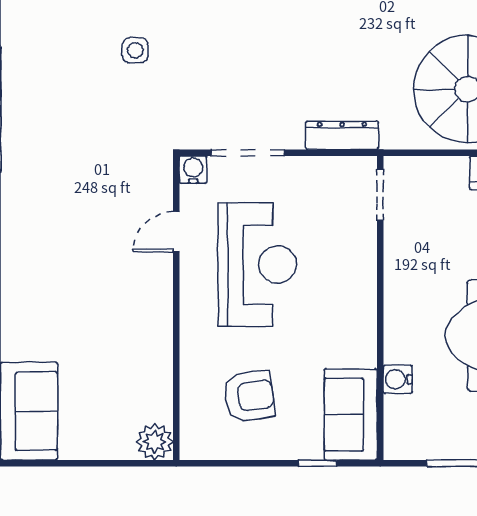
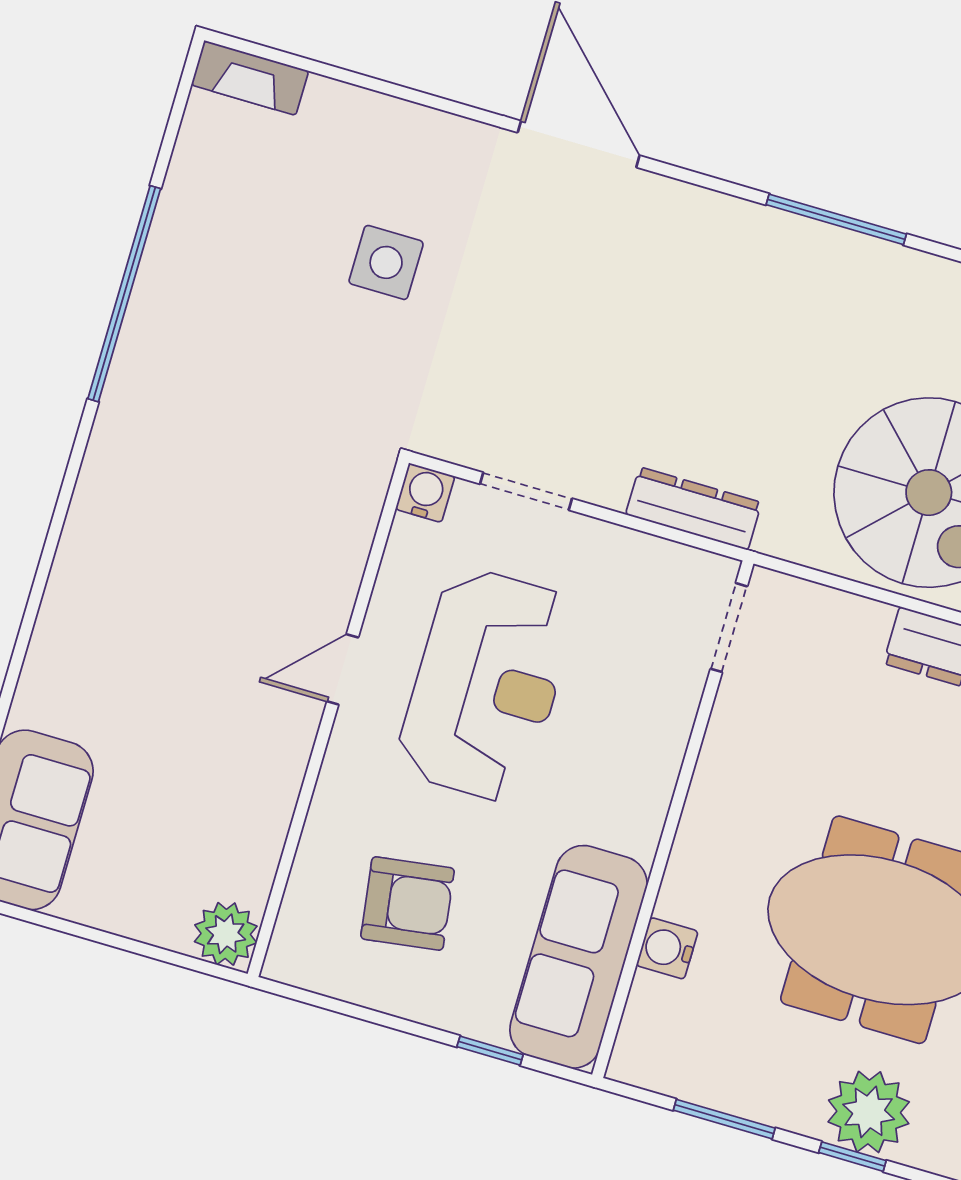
side table: (135, 50) -> (386, 262), width x1.37, depth x1.37
doorway: (248, 153) -> (526, 491), width x0.73
door: (176, 232) -> (343, 669), moved
sofa: (351, 414) -> (578, 957), width x1.36

